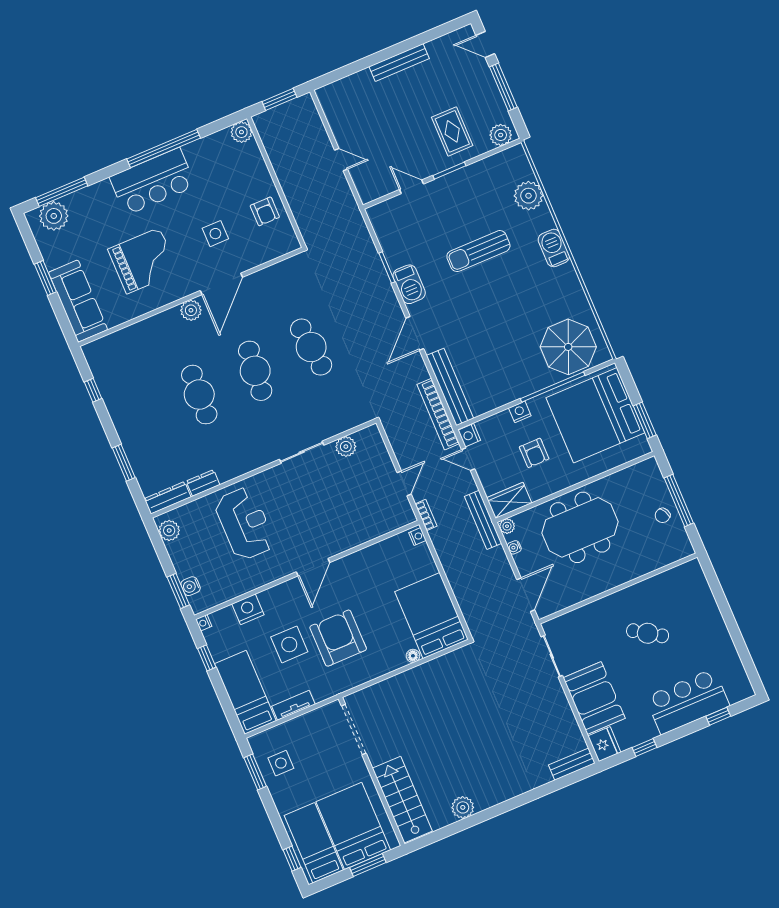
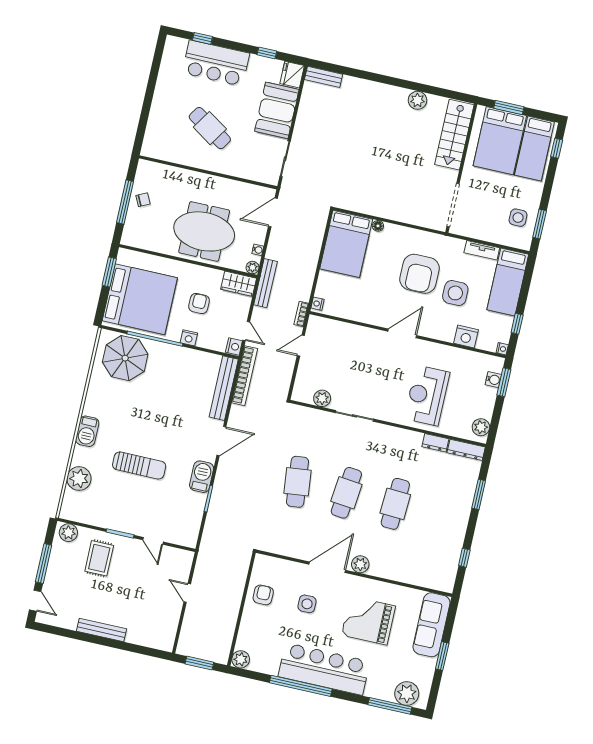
bar counter: (153, 182) -> (324, 669), width x1.36
cafe table: (648, 633) -> (210, 128), width x1.37, depth x1.35

